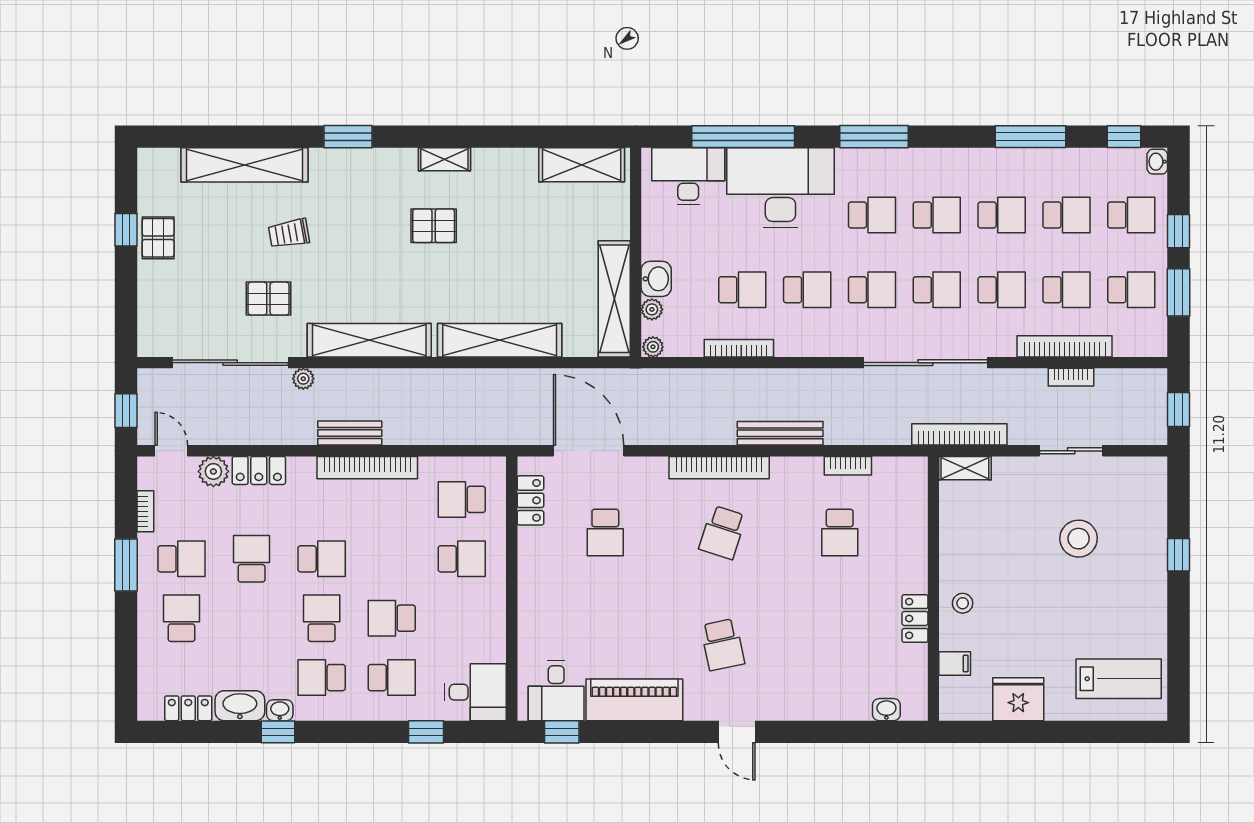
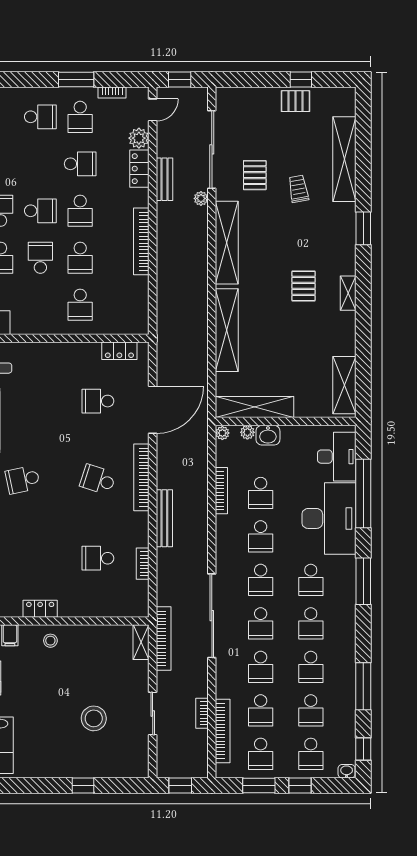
bookcase: (1065, 346) -> (223, 731), moved
bench: (350, 433) -> (165, 179), moved
door: (589, 451) -> (153, 410), moved
school desk: (462, 499) -> (80, 258), moved, turned 180

